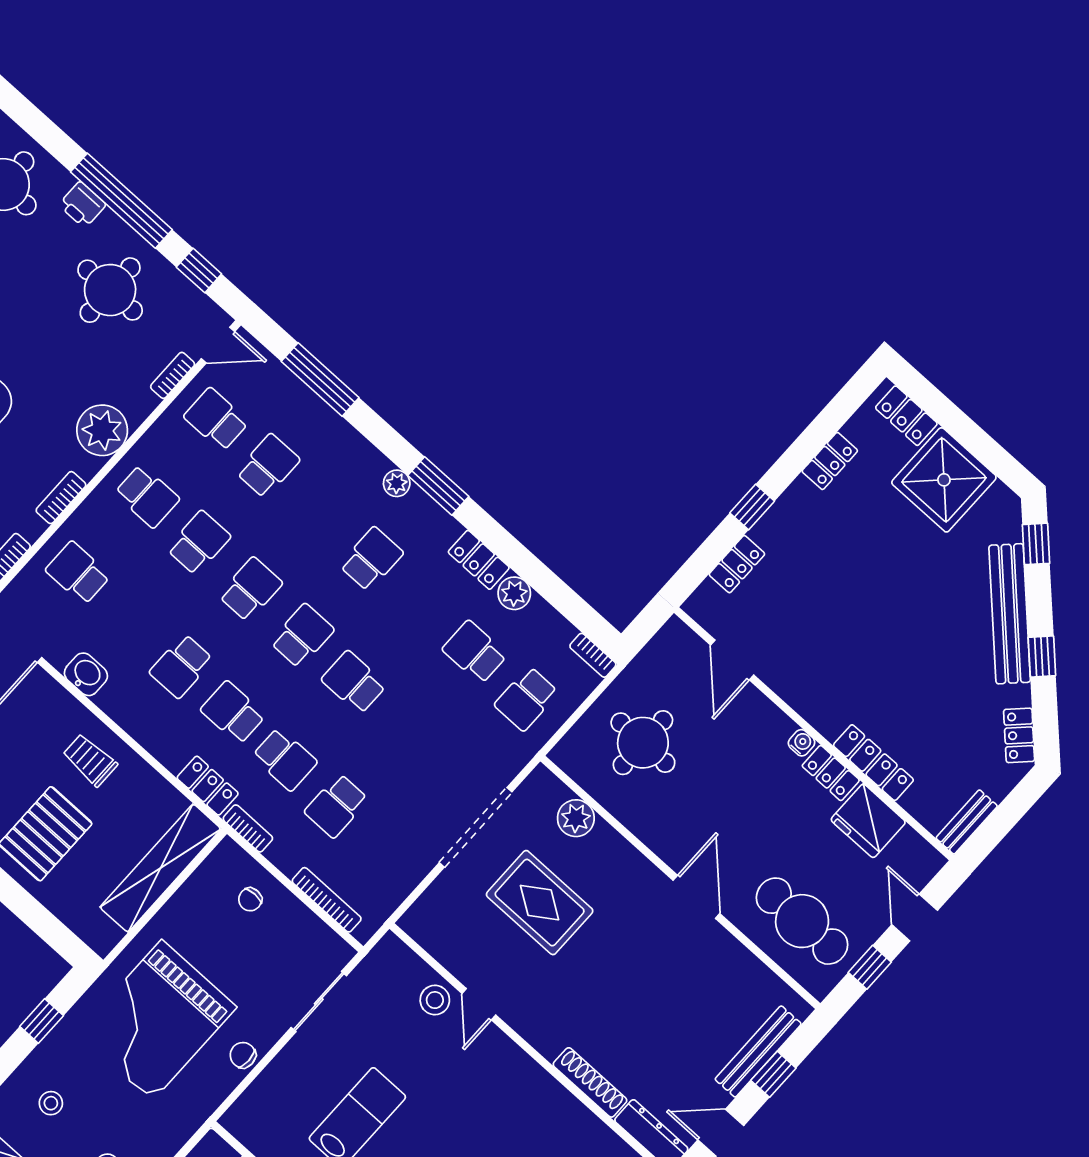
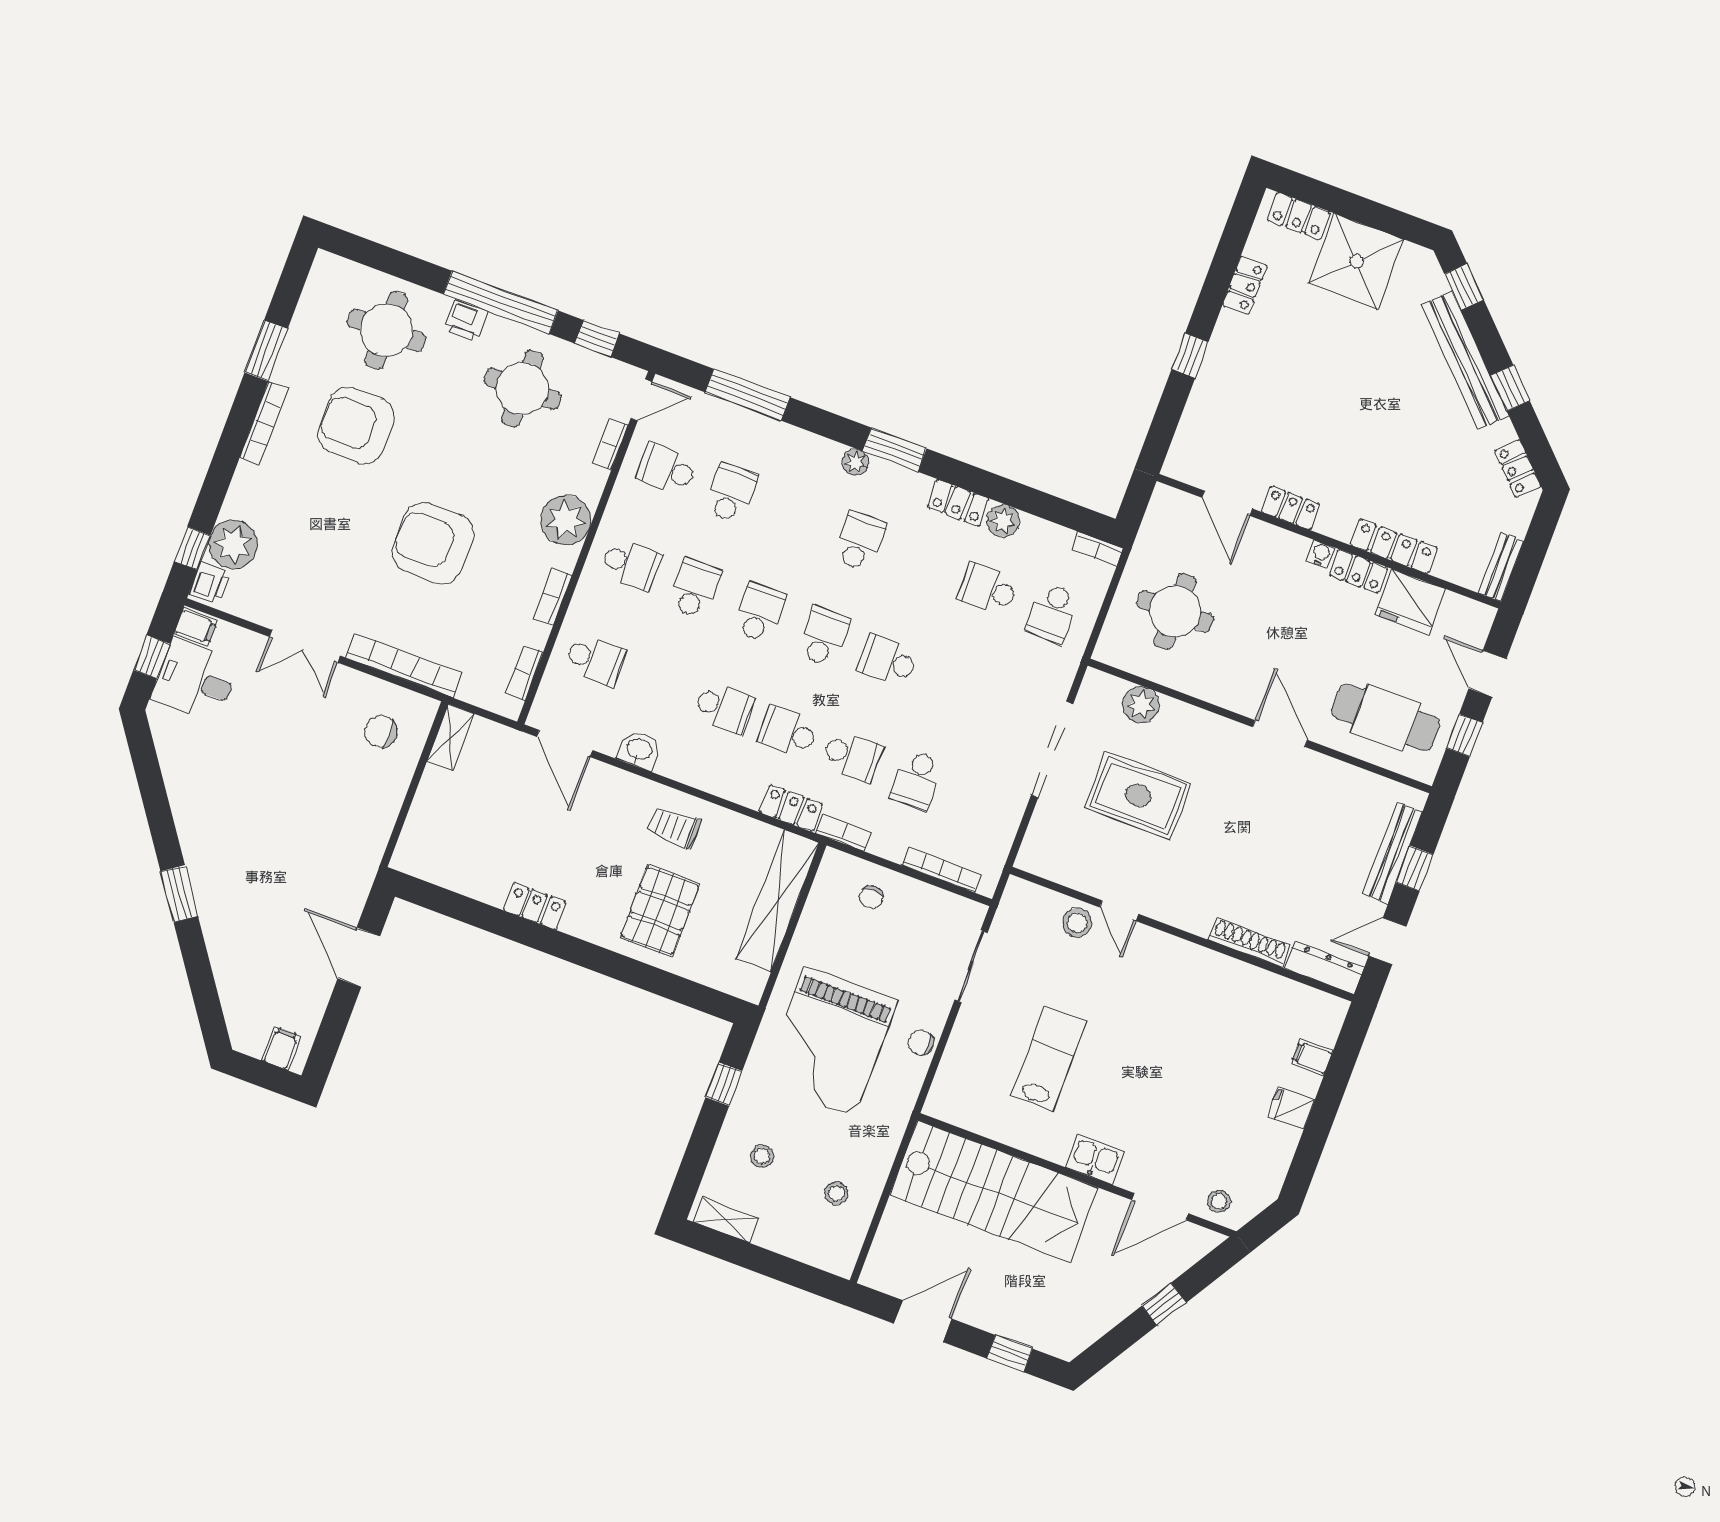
locker: (737, 564) -> (1291, 508), moved, turned -90
school desk: (78, 573) -> (595, 660), turned 180
school desk: (181, 666) -> (724, 708), turned -90

